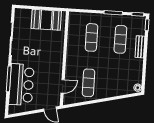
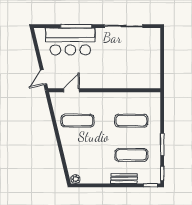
booth: (46, 20) -> (149, 66), removed
door: (63, 86) -> (71, 90), swing flipped

